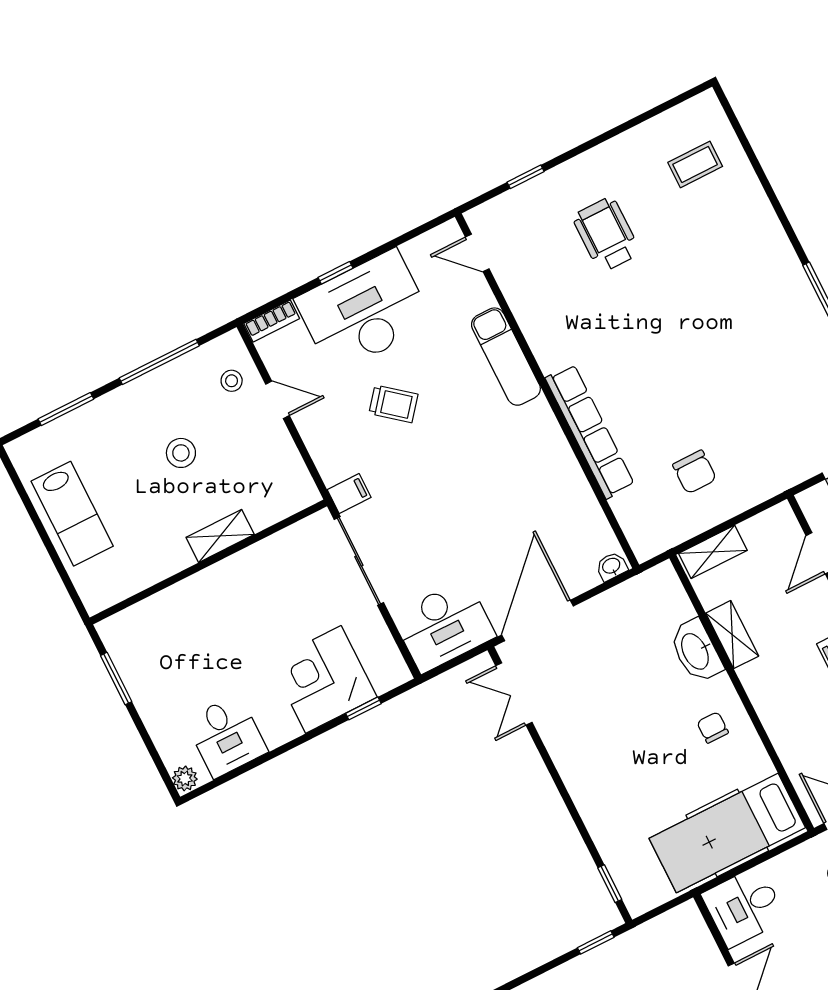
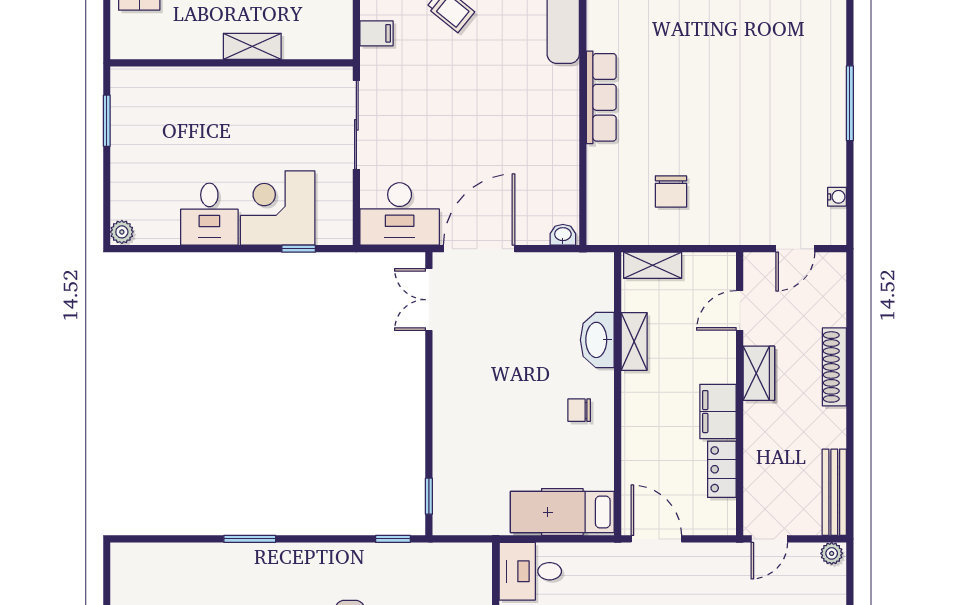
row of seats: (590, 431) -> (601, 97), width x0.73
filing cabinet: (349, 494) -> (376, 33), moved
chair: (713, 728) -> (579, 410), turned -90
desk: (226, 736) -> (209, 214), moved
hospital bed: (727, 833) -> (562, 512), width x0.73, depth x0.78

